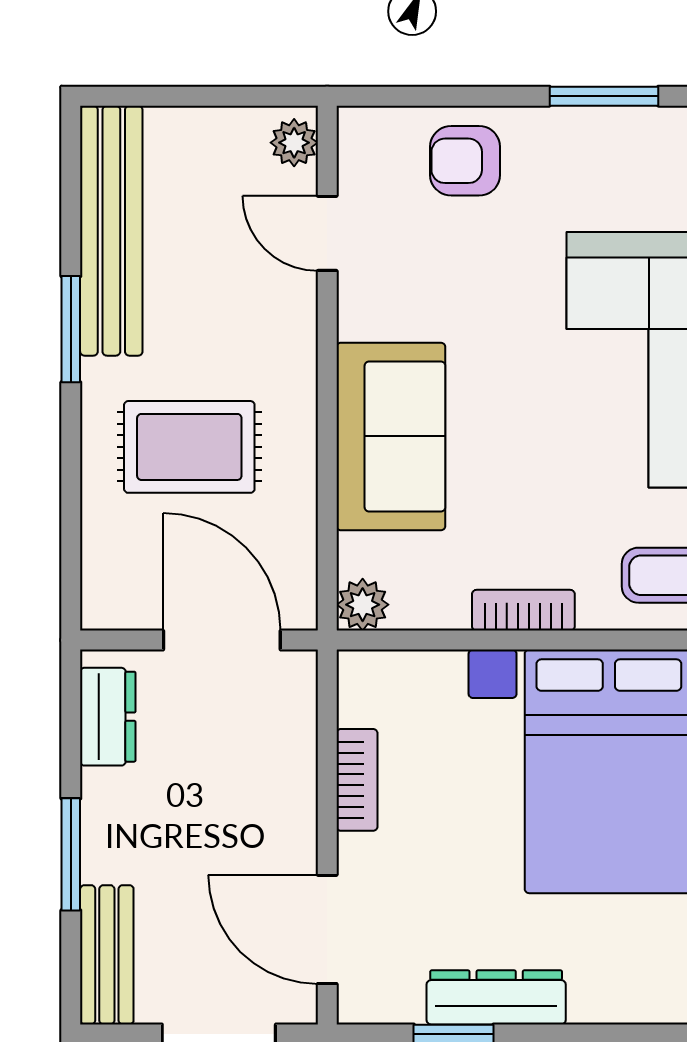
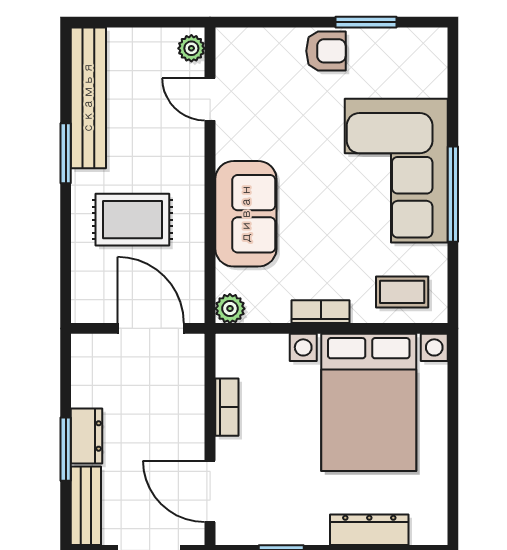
armchair: (465, 161) -> (326, 51), moved, turned 180
dresser: (108, 717) -> (86, 436), moved
dresser: (496, 997) -> (369, 530), moved

